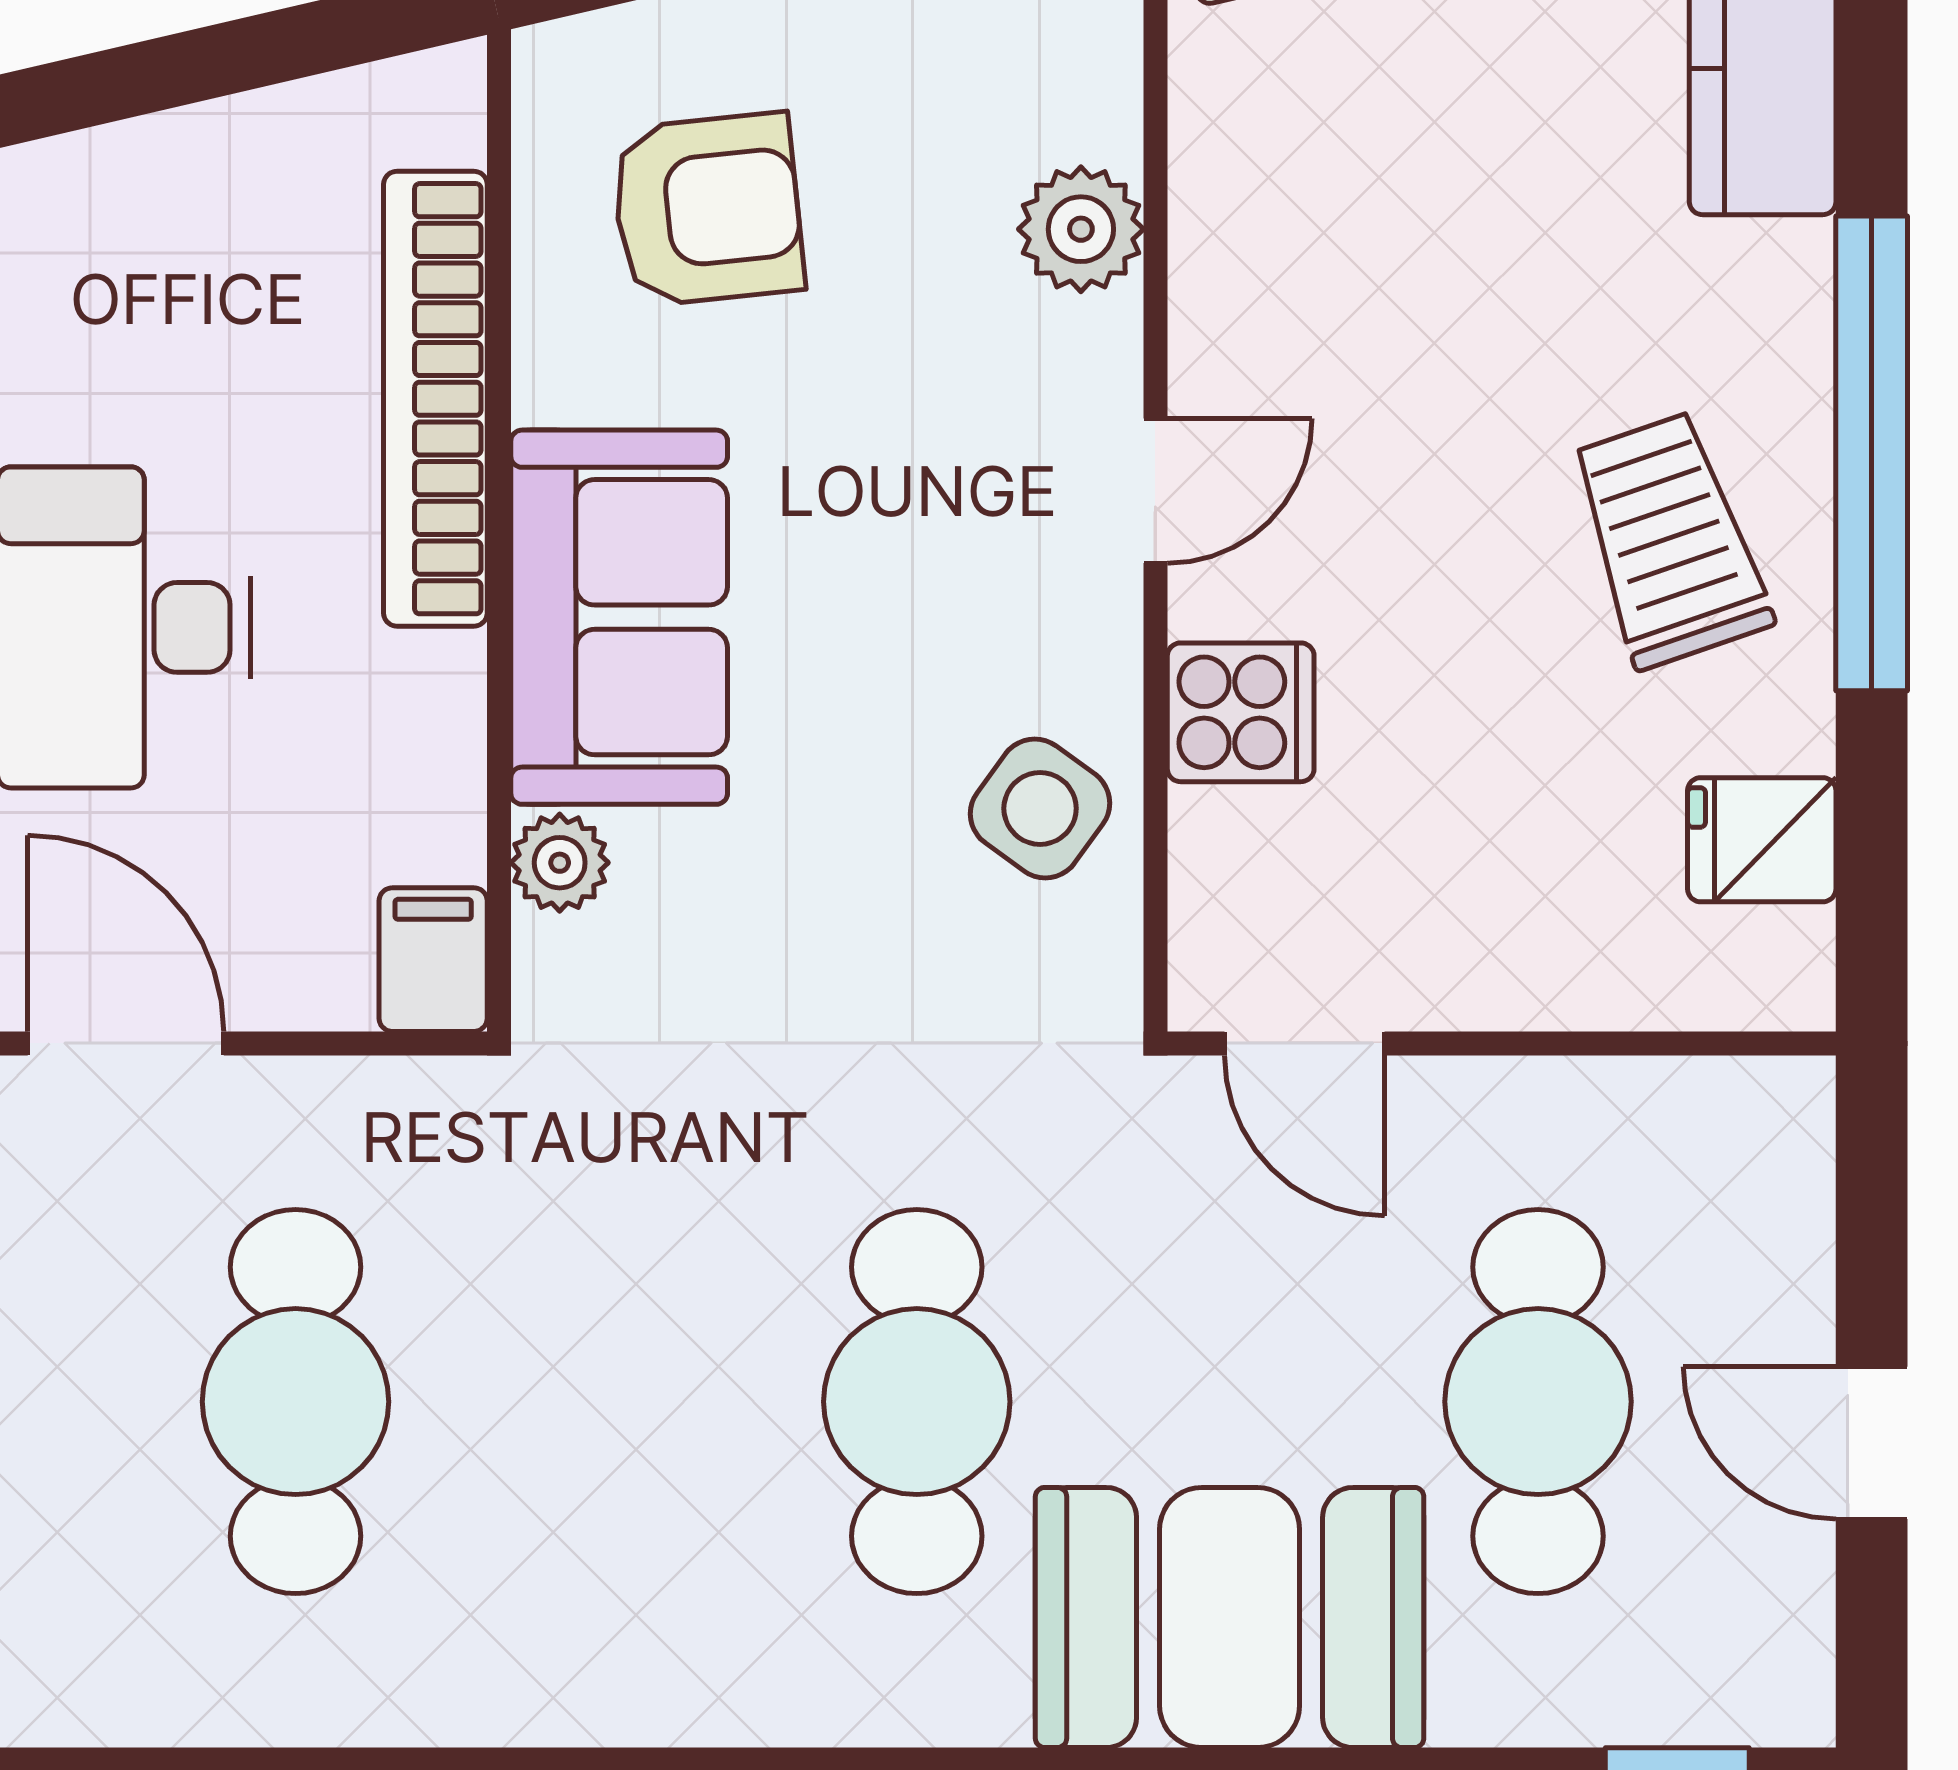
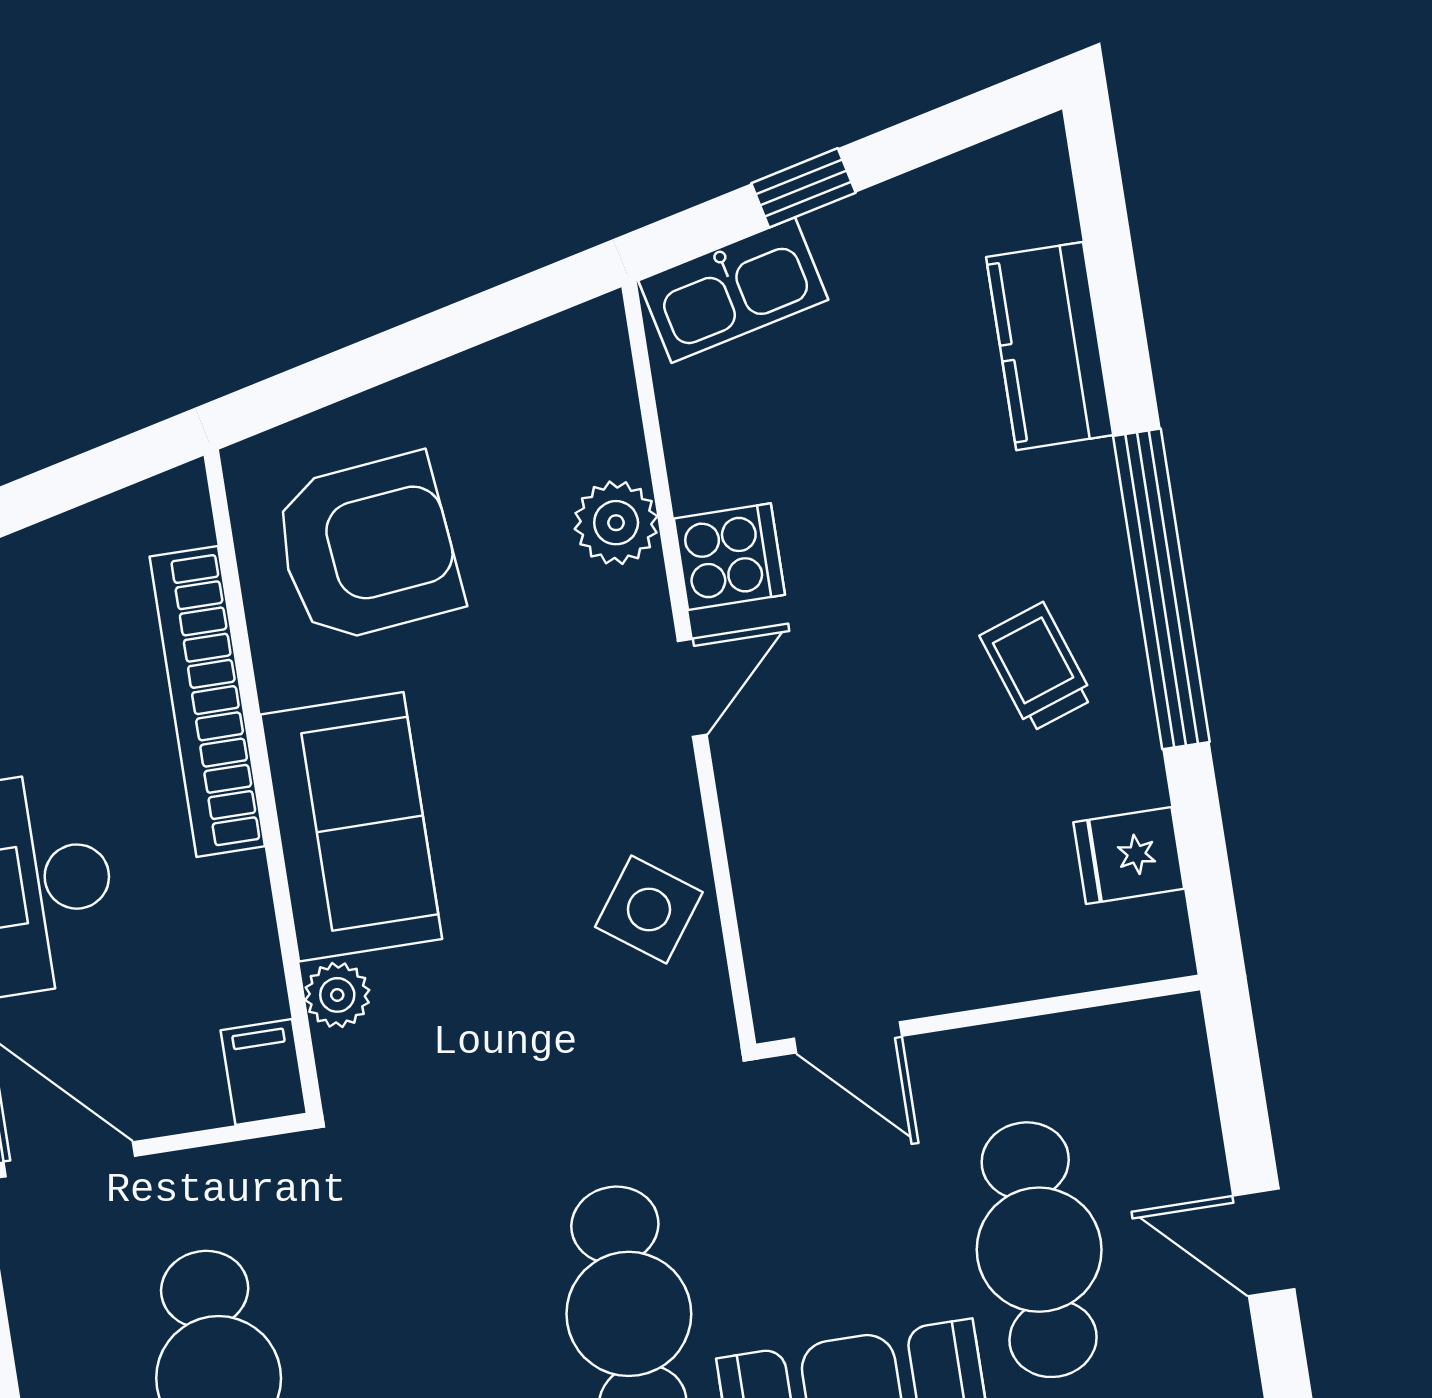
armchair: (707, 210) -> (367, 548), width x1.36, depth x1.36
trolley: (1669, 540) -> (1037, 667), width x0.73, depth x0.72
cooker: (1241, 712) -> (729, 557), moved

